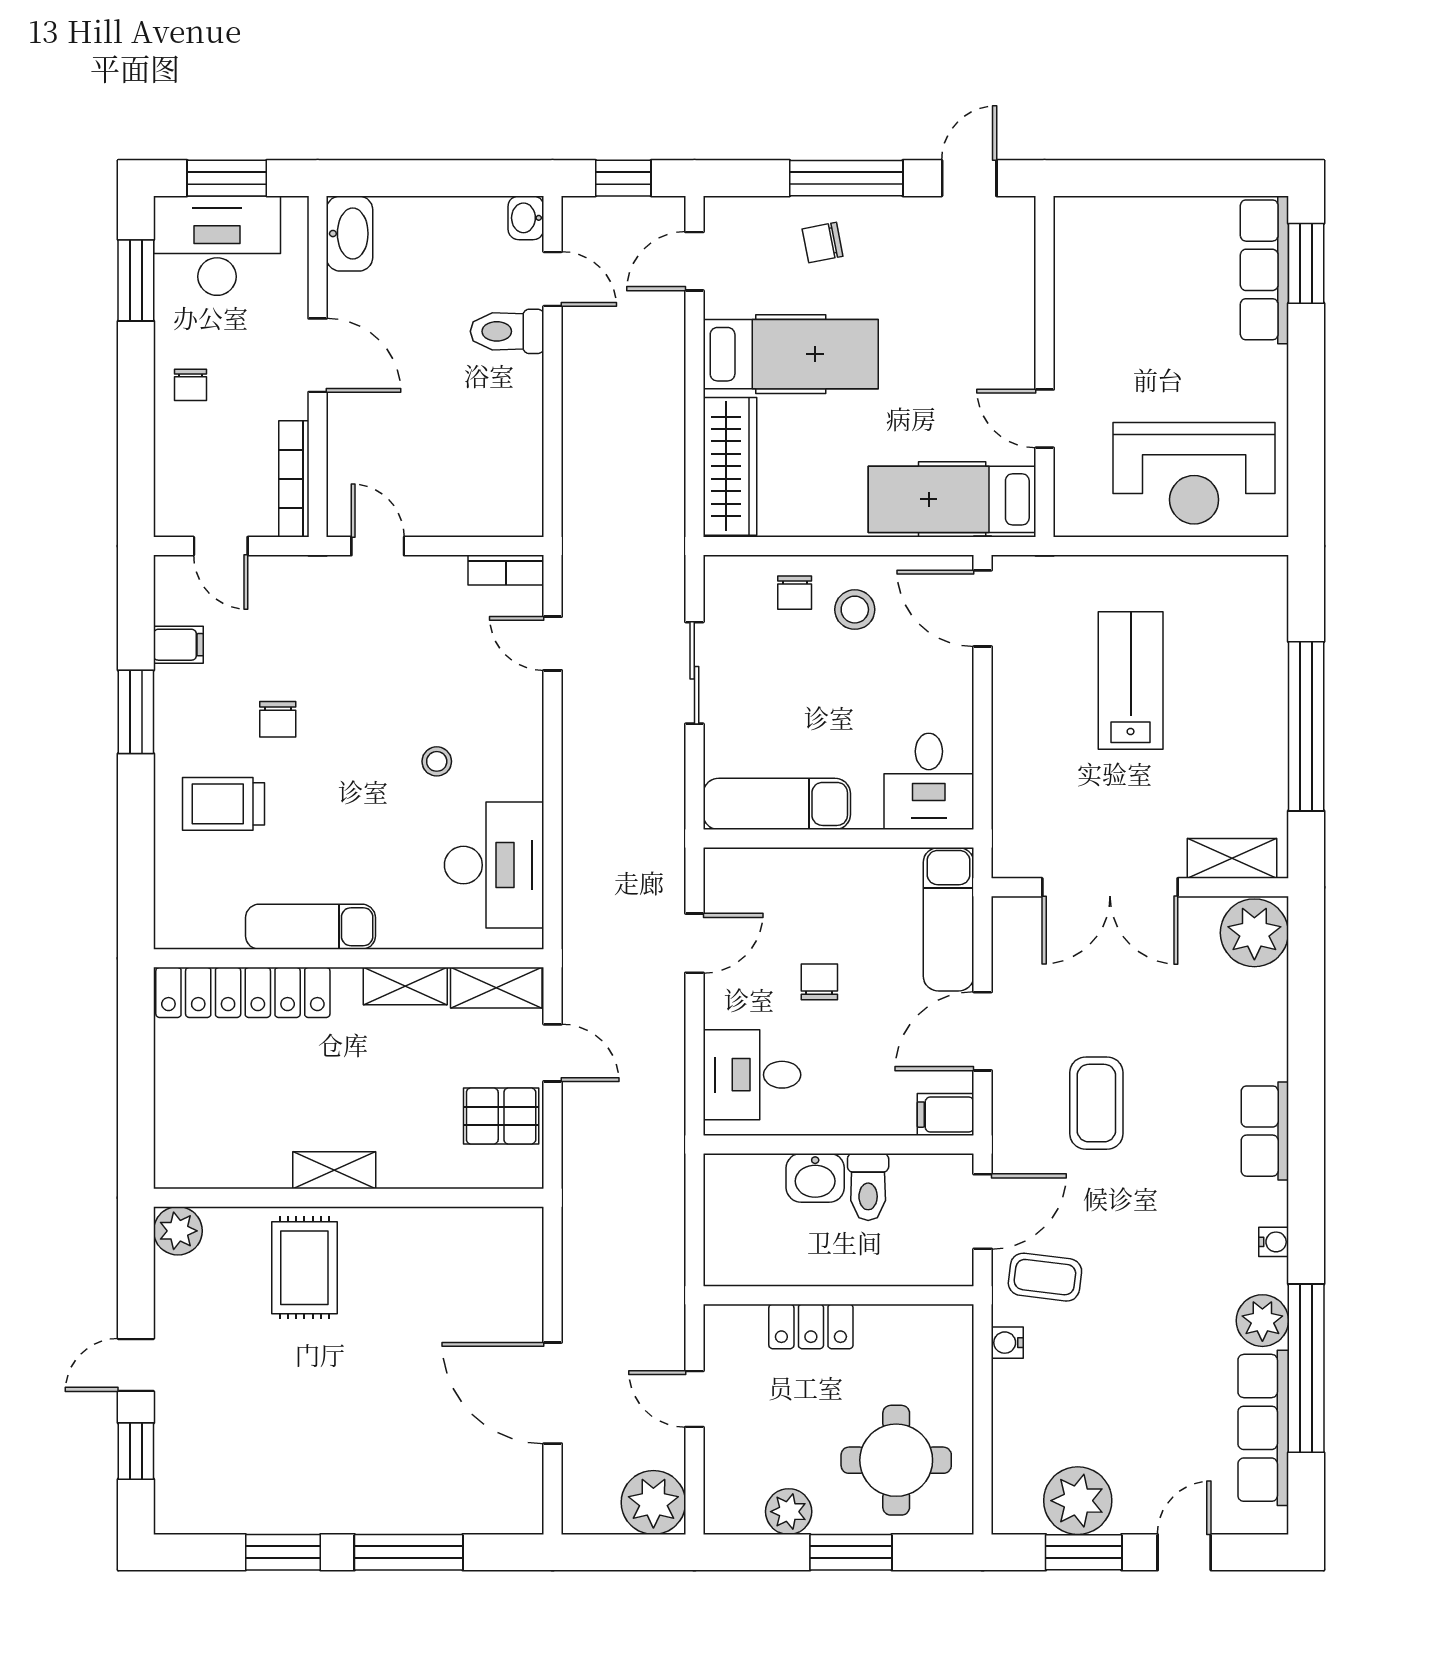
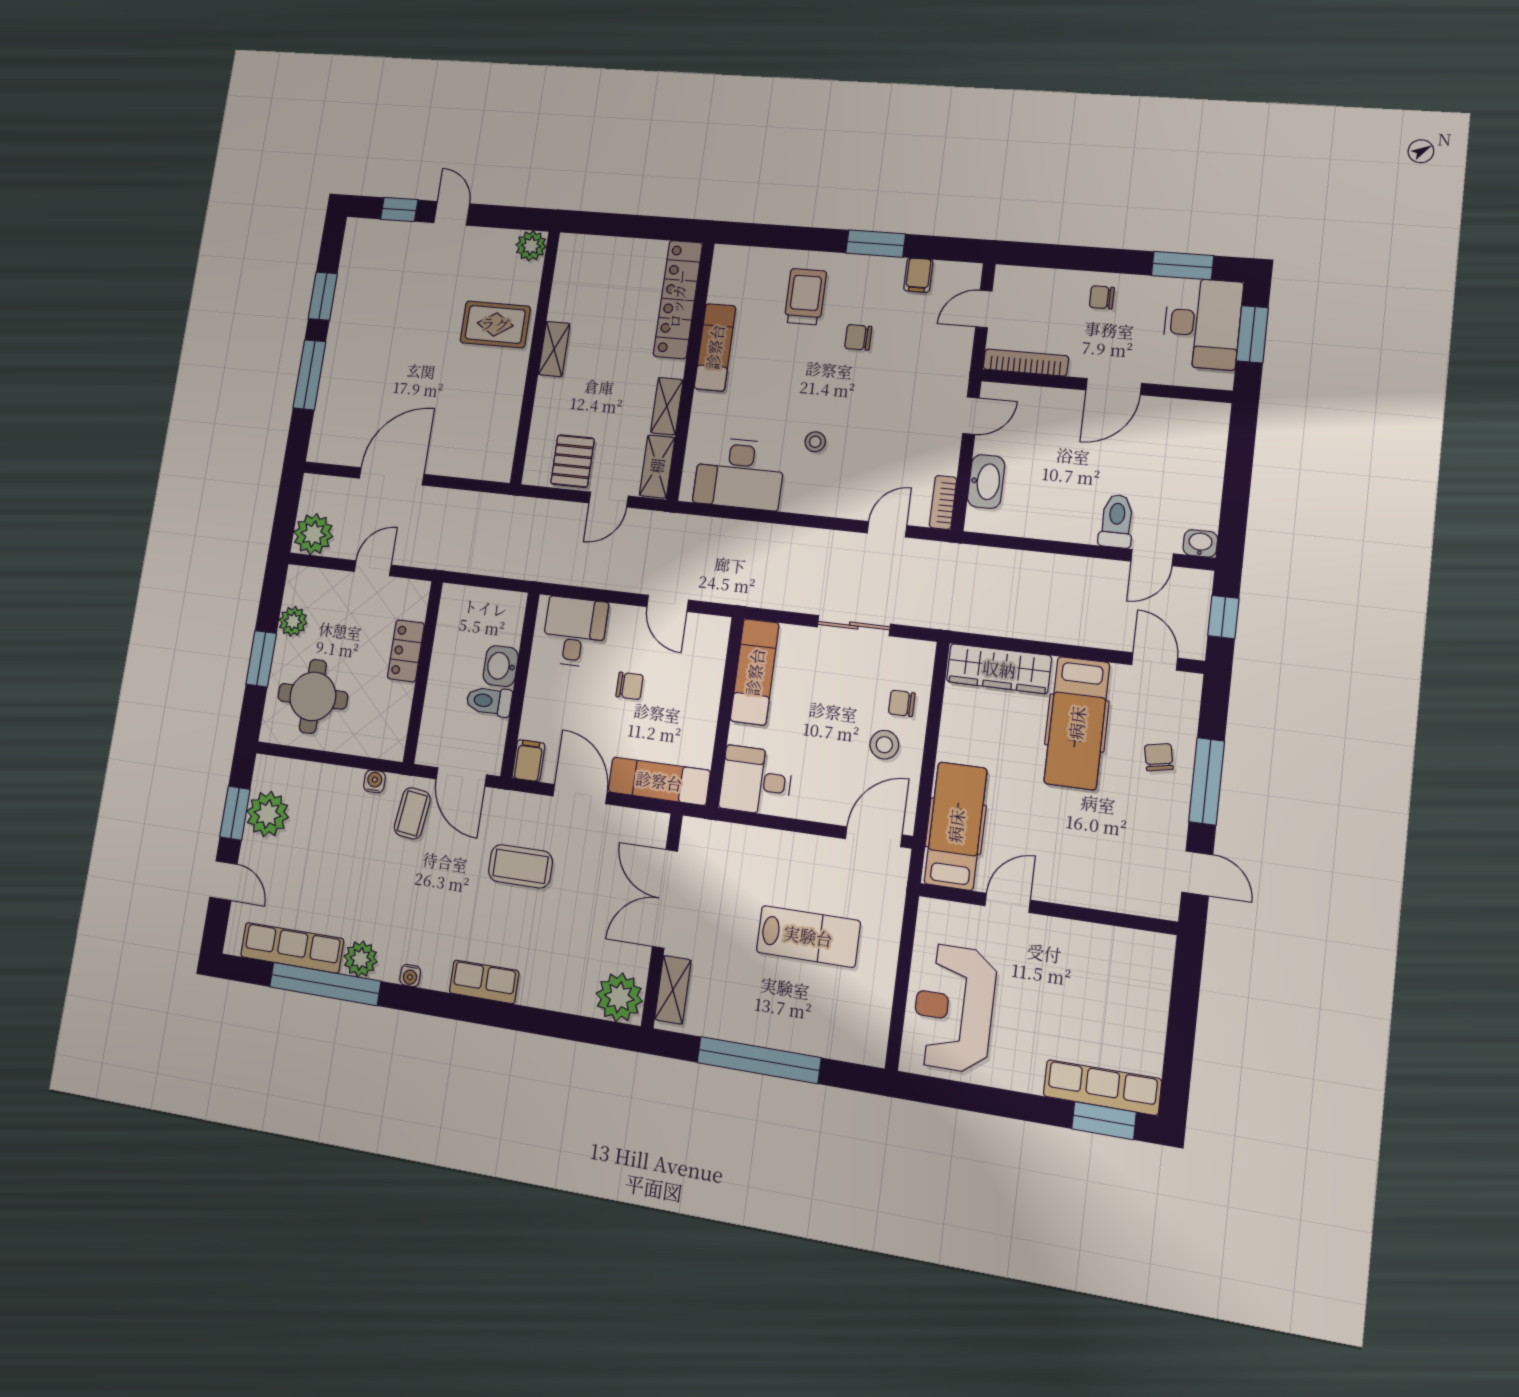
washbasin: (350, 234) -> (986, 482), moved, turned -90

